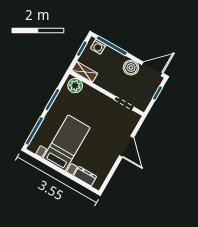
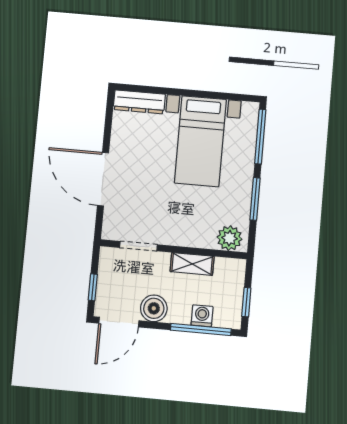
washing machine: (98, 47) -> (202, 316), moved
shelving: (85, 72) -> (192, 264), moved
door: (127, 147) -> (103, 179), width x1.36
dresser: (85, 176) -> (139, 102), width x1.44

